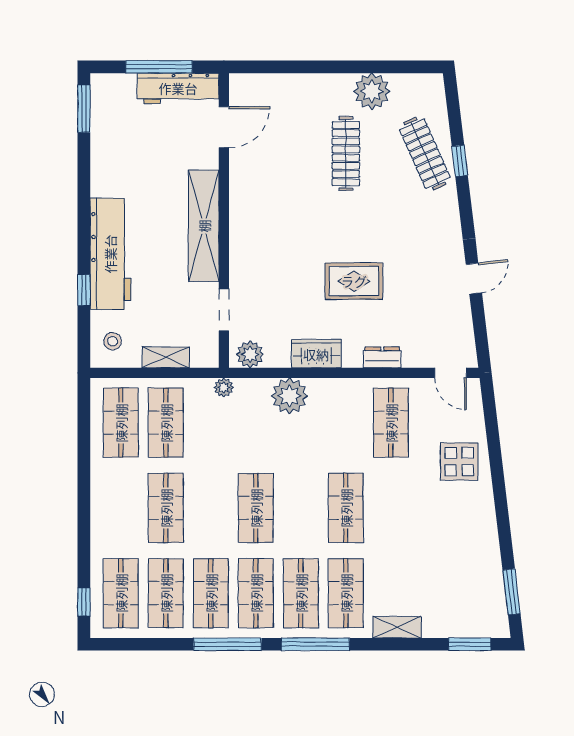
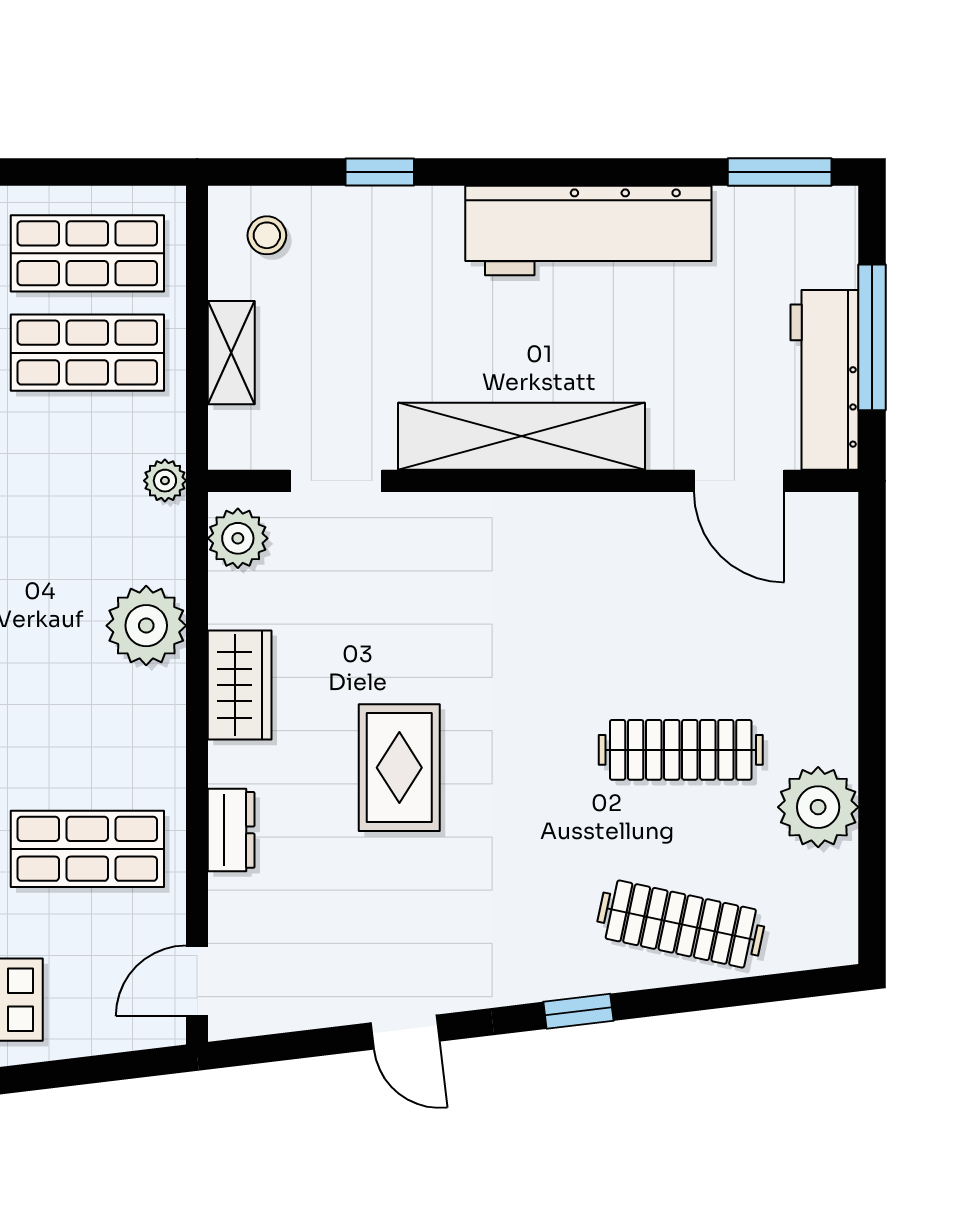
clothes rail: (425, 154) -> (681, 924), turned 36
window: (460, 161) -> (578, 1011), moved
workbench: (110, 254) -> (588, 231), moved

